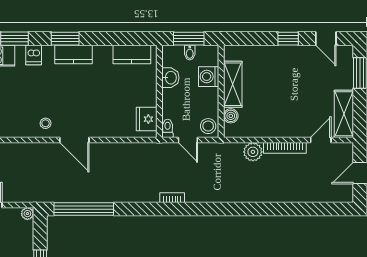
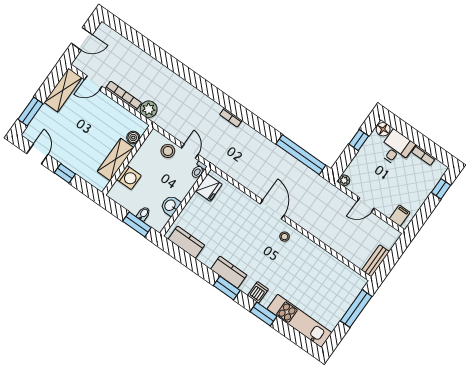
washing machine: (209, 77) -> (129, 177), moved
shelving: (233, 84) -> (116, 159), moved
wall: (221, 91) -> (128, 160), moved
boiler: (231, 116) -> (133, 138), moved

